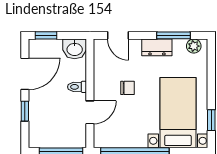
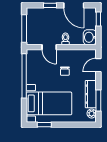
dresser: (157, 47) -> (91, 94), width x1.44

